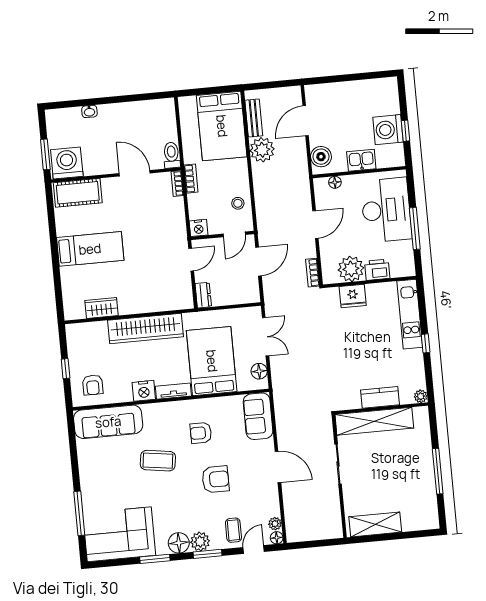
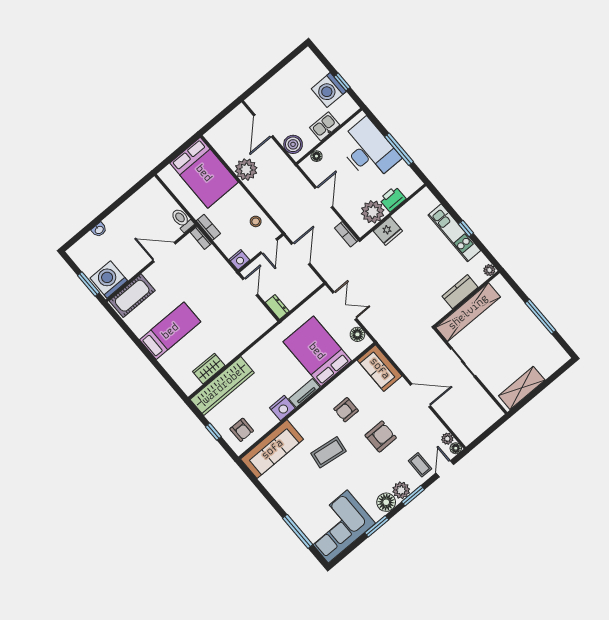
bench: (254, 118) -> (224, 150), removed
kitchen unit: (410, 314) -> (454, 233), moved
wardrobe: (145, 329) -> (222, 386), moved

